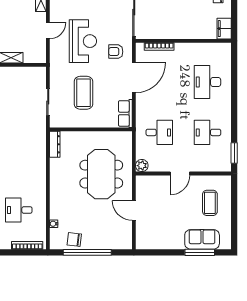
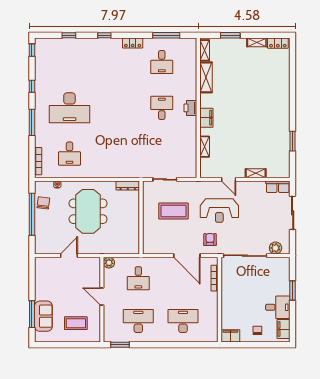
row of seats: (125, 113) -> (155, 248), removed
desk: (207, 132) -> (138, 321), width x1.37
meeting table: (101, 174) -> (88, 211), moved, turned 90
desk: (19, 210) -> (69, 154), turned 180

